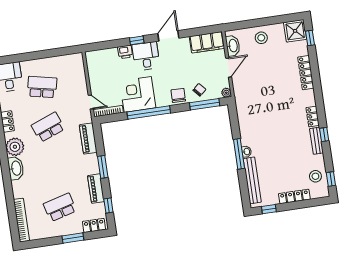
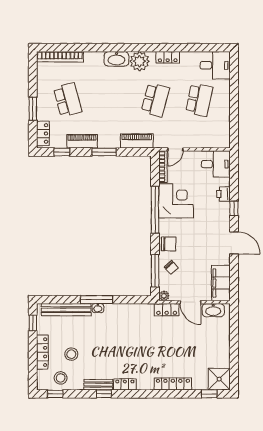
stool: (261, 38) -> (71, 354), moved
desk: (146, 56) -> (216, 164), moved
locker: (239, 88) -> (167, 310), added
school desk: (48, 127) -> (155, 100), turned 36

